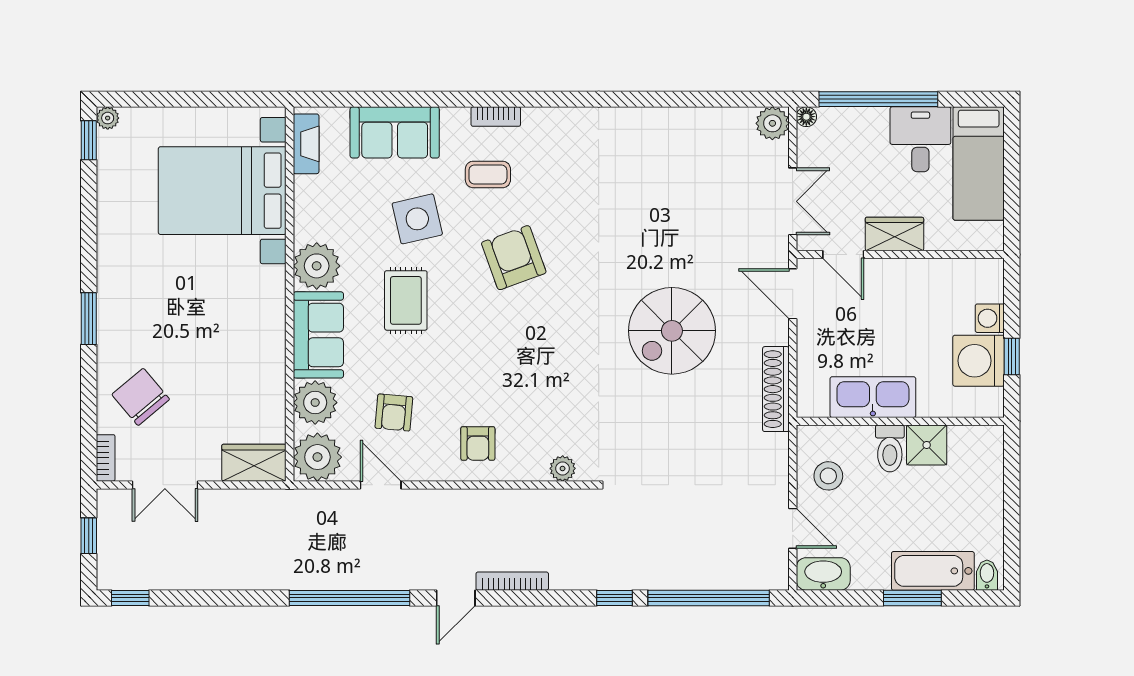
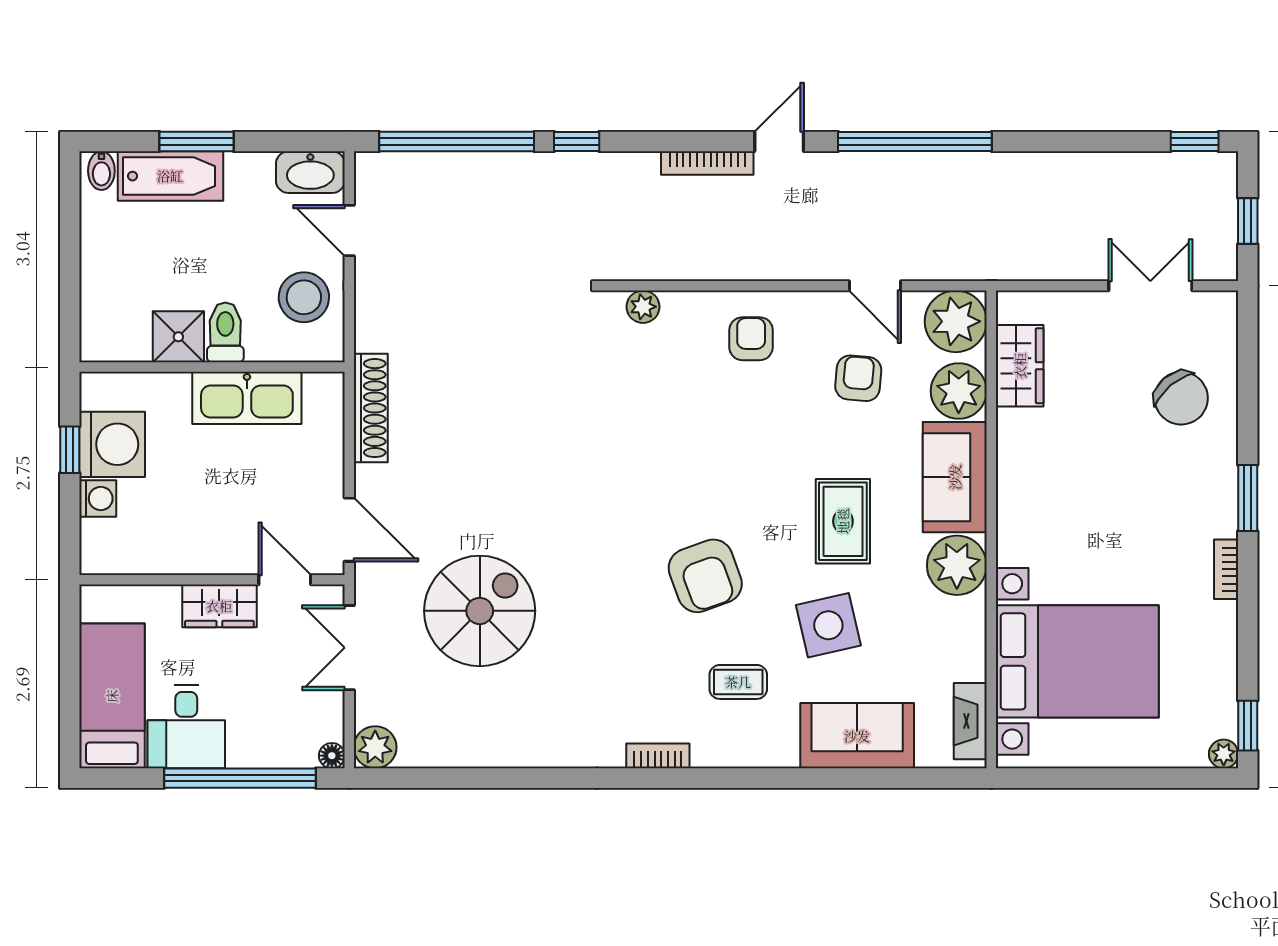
bookcase: (496, 117) -> (658, 756), moved
spiral stairs: (672, 331) -> (480, 611), moved
bookcase: (106, 458) -> (1226, 569), moved
wardrobe: (254, 463) -> (1020, 366), moved, turned -90
stool: (828, 476) -> (304, 297), width x1.38, depth x1.38

